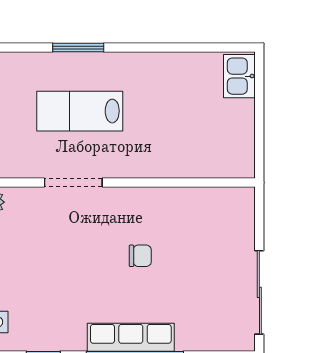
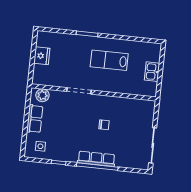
kitchen sink: (239, 76) -> (152, 72), moved
lab bench: (80, 111) -> (109, 60), moved

